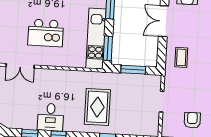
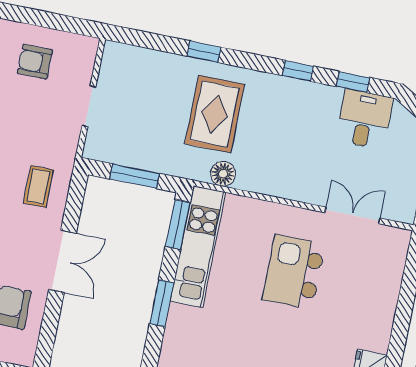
kitchen island: (46, 33) -> (294, 272), turned -90
floor lamp: (89, 77) -> (223, 174), added
desk: (51, 117) -> (364, 119), moved
armchair: (192, 120) -> (35, 62), turned 90

